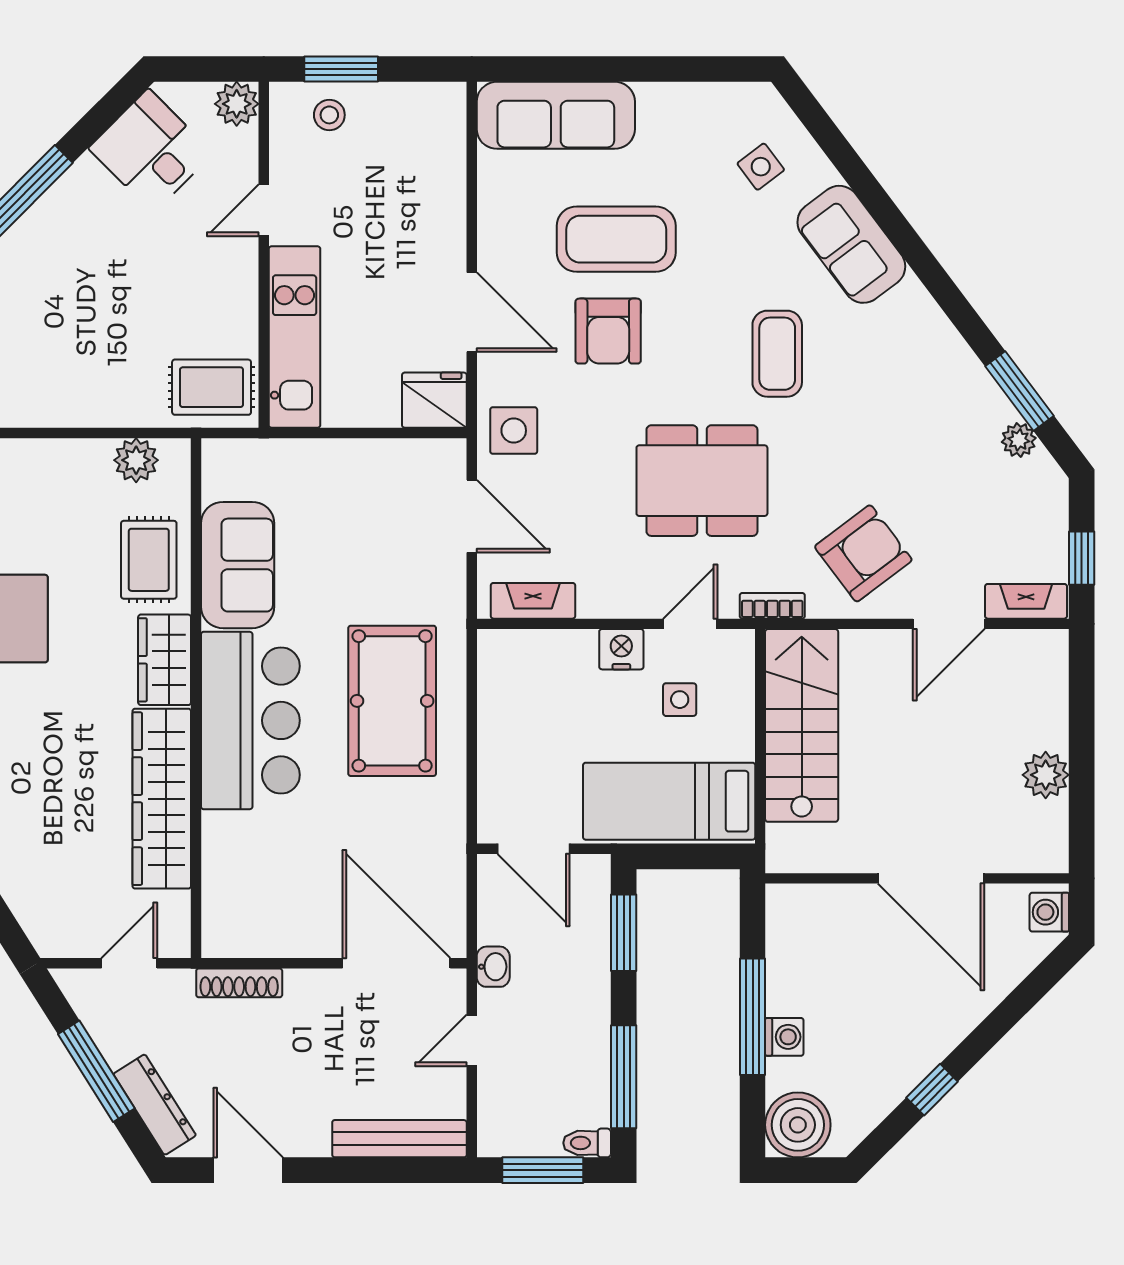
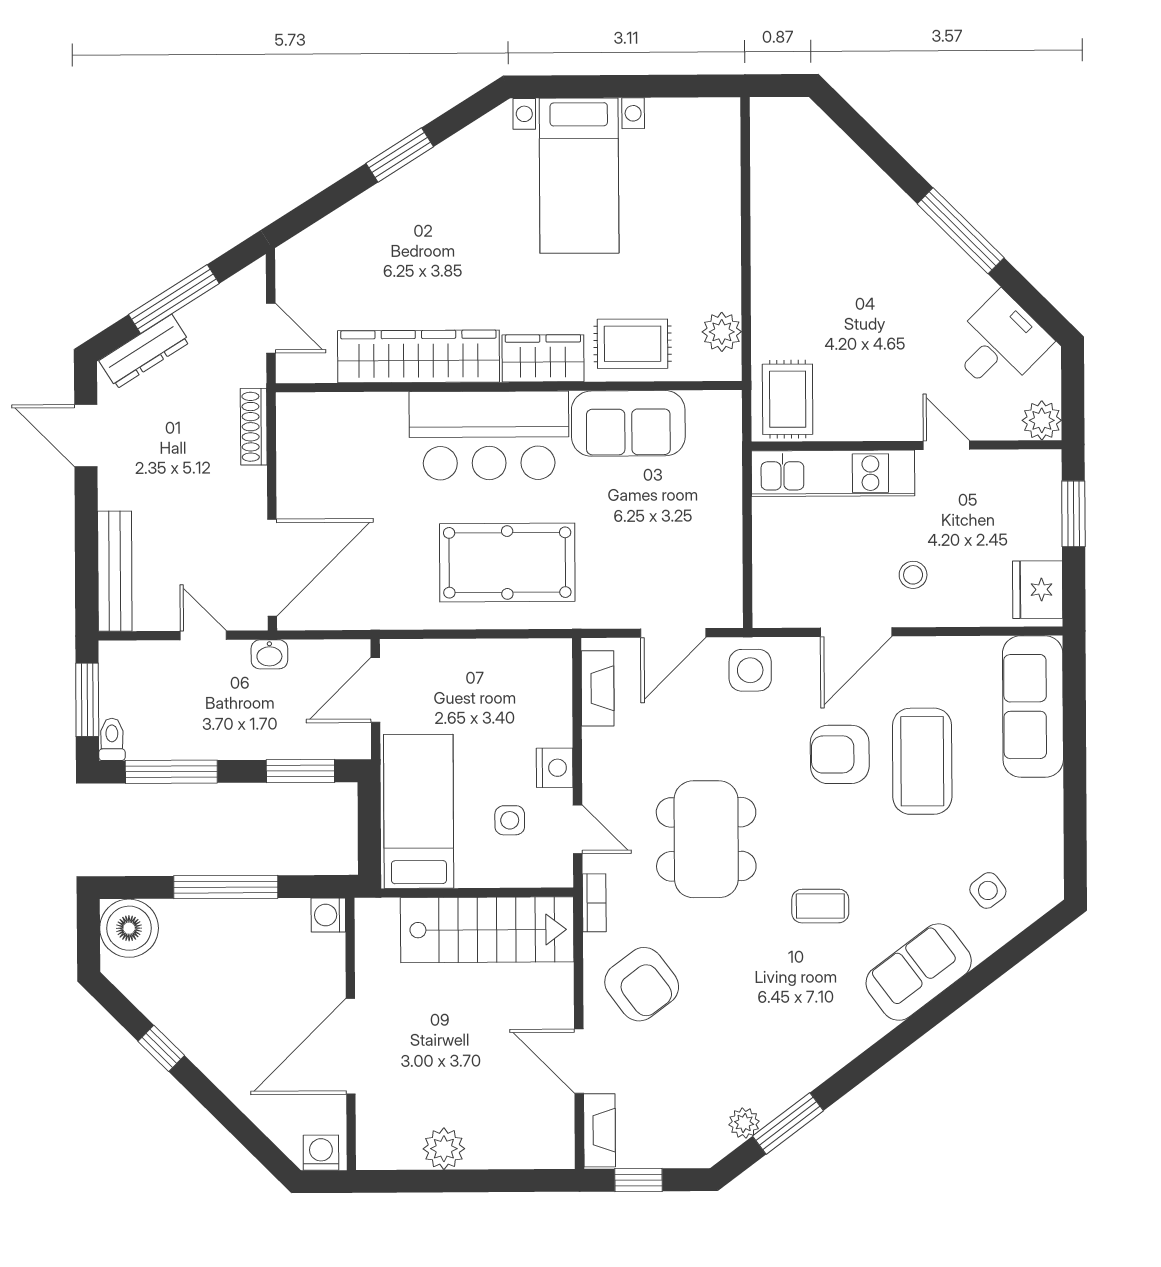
stool: (329, 115) -> (913, 575), moved
coffee table: (777, 354) -> (820, 906), width x0.73, depth x0.77
fridge: (434, 400) -> (1038, 590), moved, turned 180
washing machine: (784, 1037) -> (328, 915), moved, turned 90
door: (248, 1170) -> (86, 436), swing flipped

